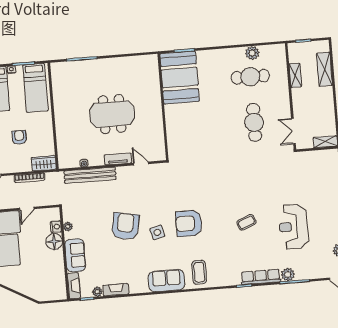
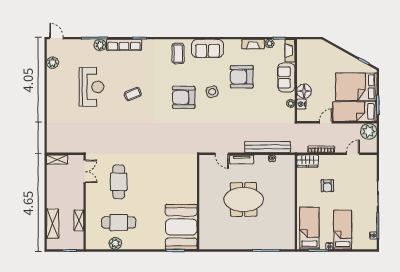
armchair: (189, 223) -> (184, 97), turned 180
armchair: (125, 226) -> (242, 77), moved, turned 79

